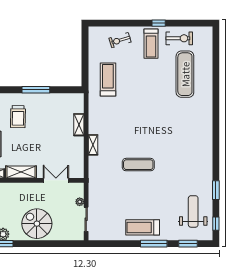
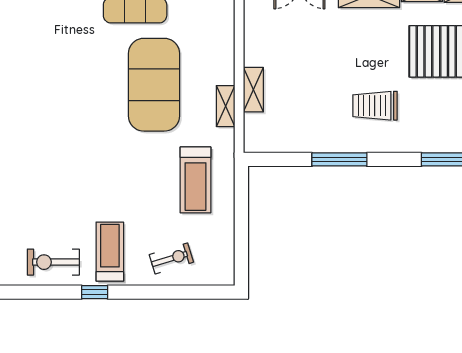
exercise mat: (185, 74) -> (154, 85), moved, width x1.47
trolley: (18, 117) -> (375, 106), turned -91
shelving: (93, 145) -> (226, 106), moved

